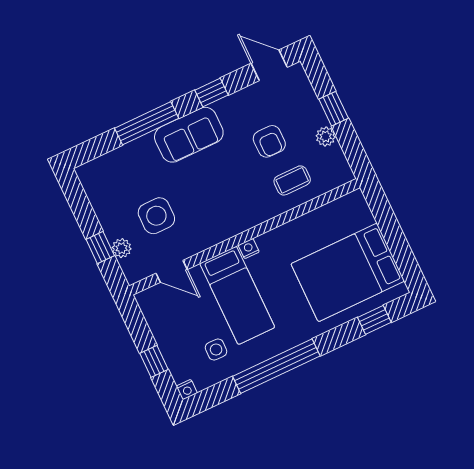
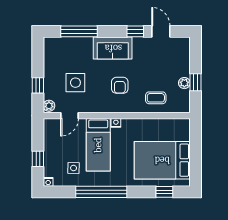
door: (269, 65) -> (161, 31), moved
window: (334, 109) -> (196, 82), moved
window: (147, 123) -> (79, 31), moved
armchair: (269, 141) -> (120, 85), moved
plant: (122, 248) -> (49, 106), moved
door: (172, 271) -> (70, 116), hinge flipped

